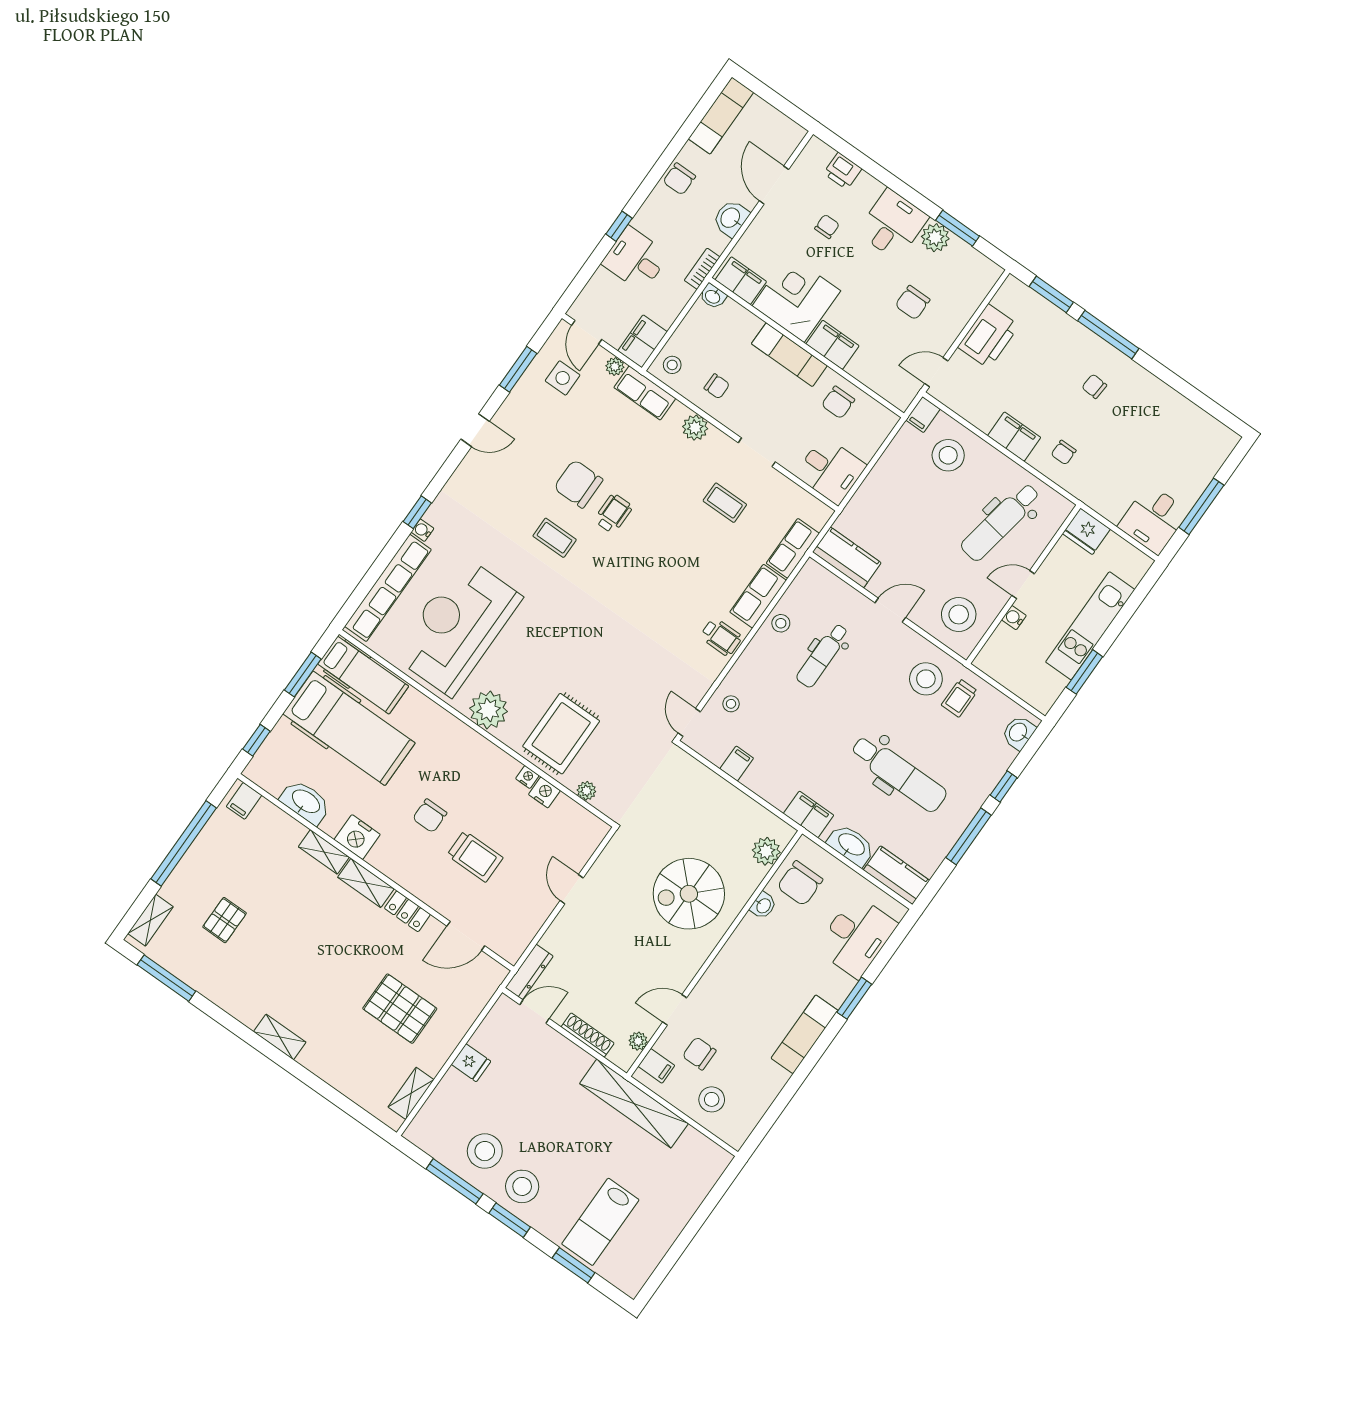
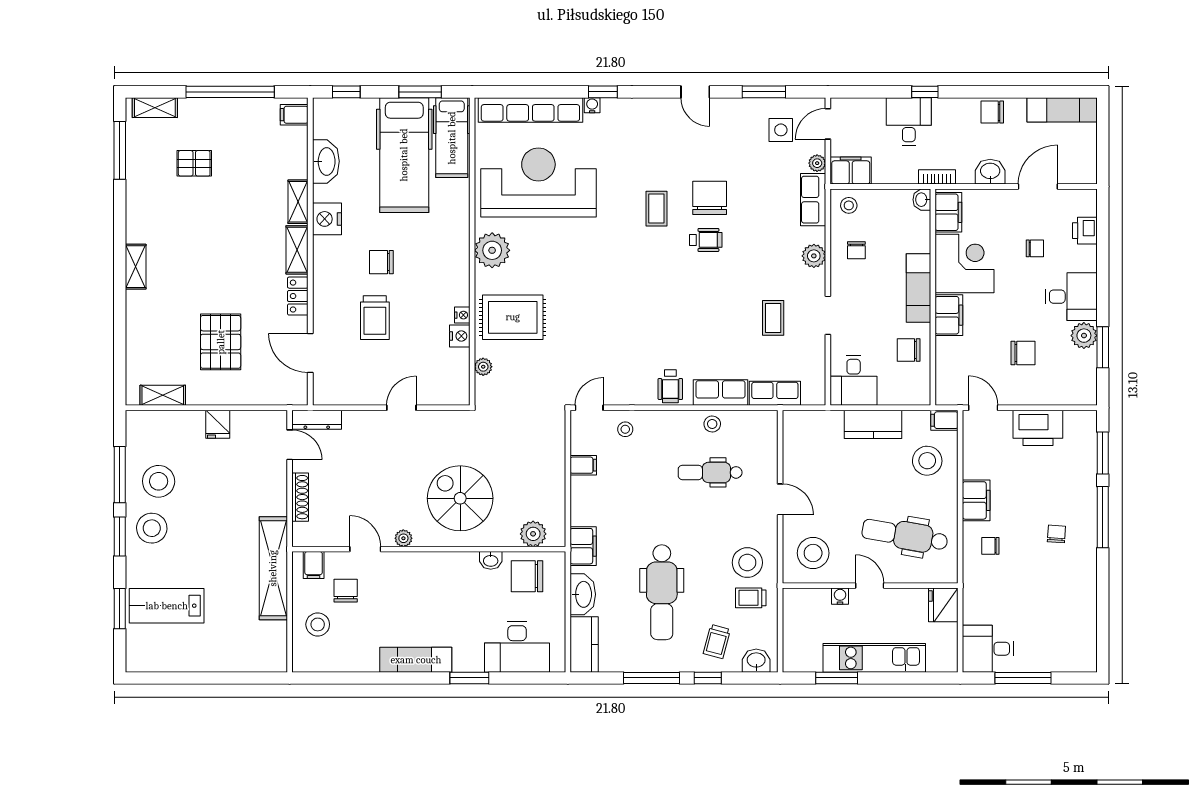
chair: (913, 303) -> (1023, 353), turned 180
kitchen counter: (847, 557) -> (873, 424), moved, turned 90
trolley: (977, 756) -> (717, 642), added
plant: (638, 1041) -> (403, 538), moved

